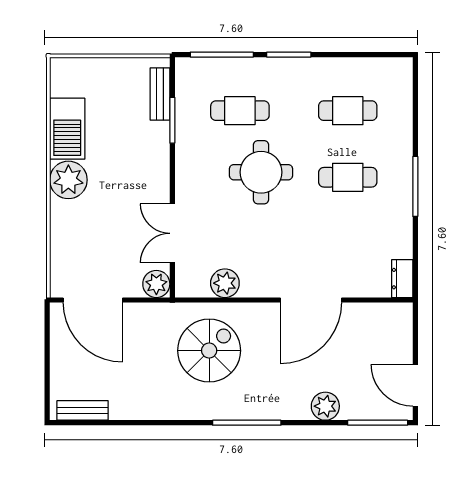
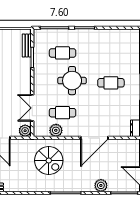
cafe table: (348, 111) -> (63, 113), moved
spiral stairs: (209, 351) -> (49, 160), turned 90

